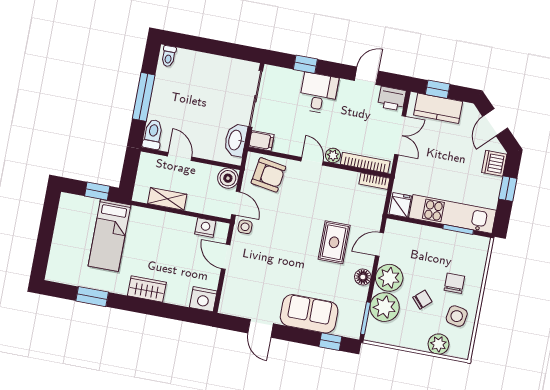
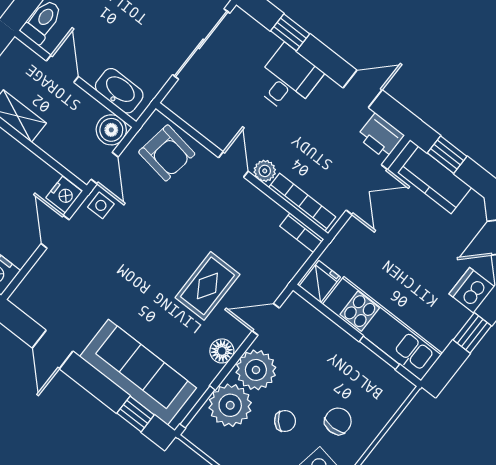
washbasin: (236, 140) -> (119, 91), moved, turned 90
filing cabinet: (261, 141) -> (181, 103), removed
nightstand: (205, 228) -> (64, 195), moved, turned 90
sofa: (309, 314) -> (138, 372), width x1.36

